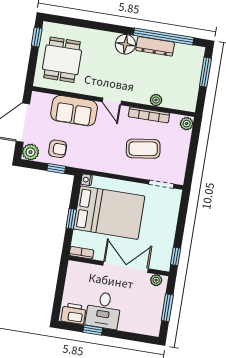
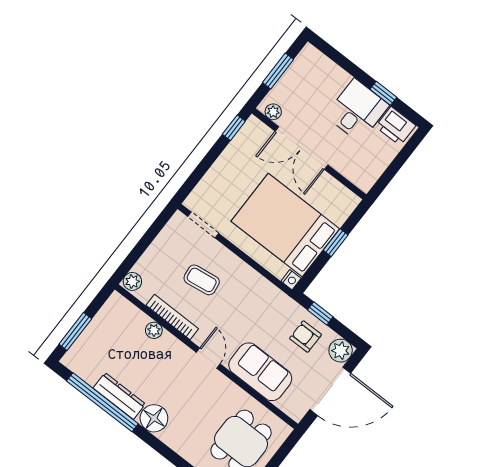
coffee table: (143, 149) -> (202, 280), width x0.73, depth x0.77
bookcase: (81, 253) -> (346, 195), removed

